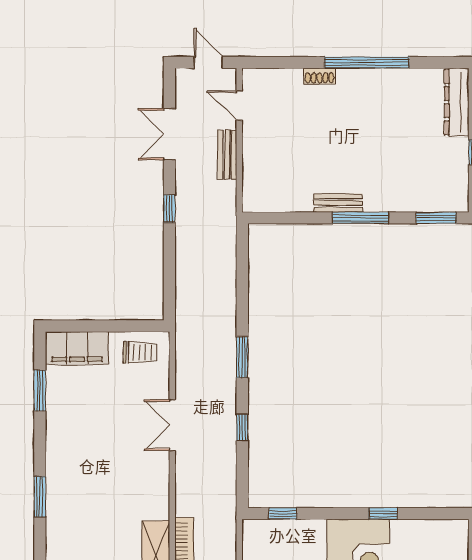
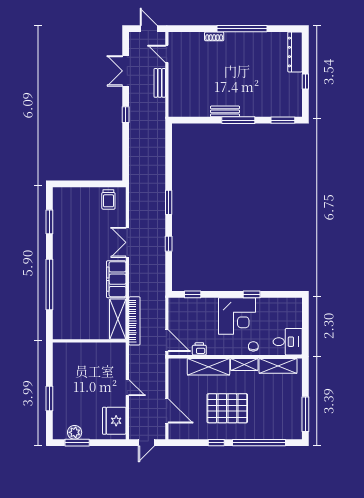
filing cabinet: (77, 348) -> (116, 279), moved, turned 90
trolley: (140, 352) -> (108, 199), turned 90
window: (40, 497) -> (49, 284), width x2.11

